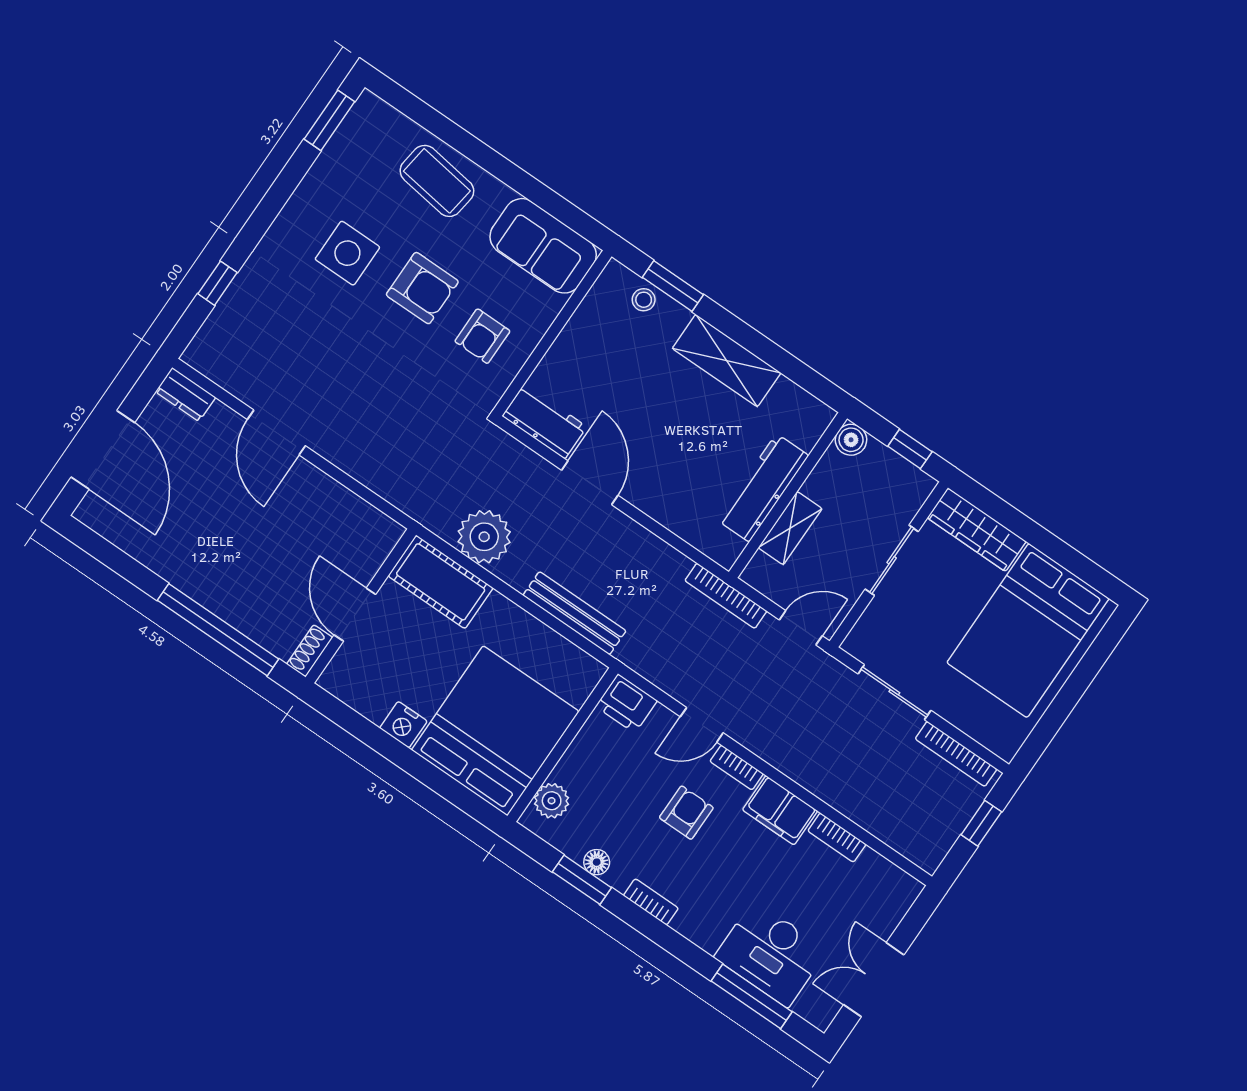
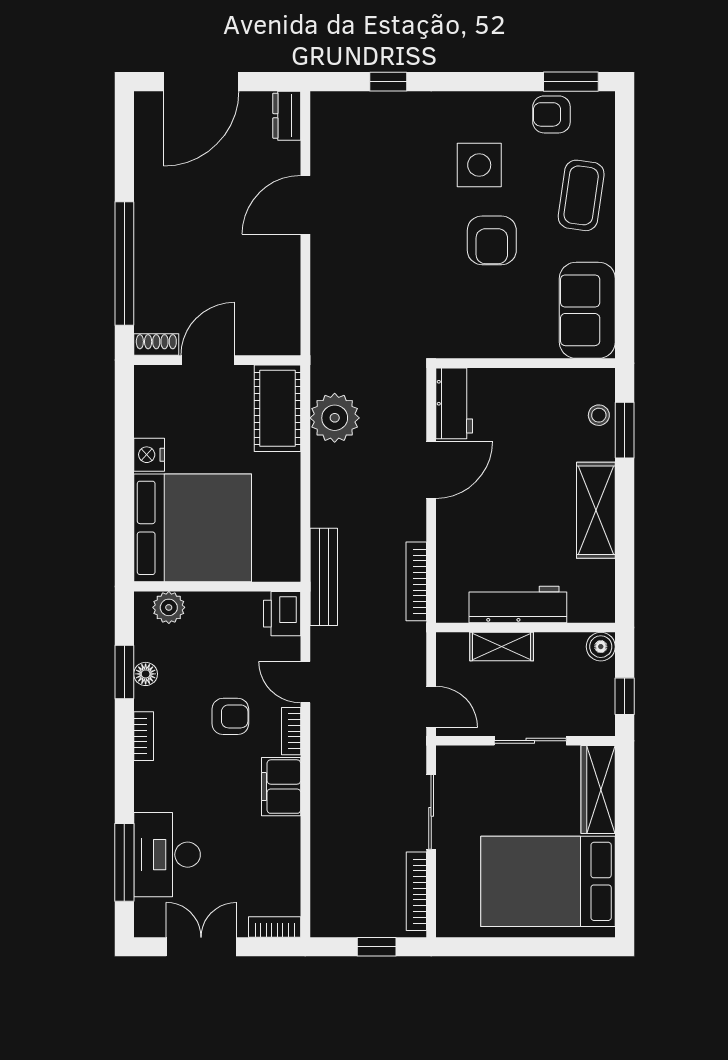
armchair: (482, 336) -> (551, 114), moved
bookcase: (726, 596) -> (416, 581), moved
bench: (574, 613) -> (324, 577), moved
bookcase: (837, 838) -> (275, 927), moved, turned 90

